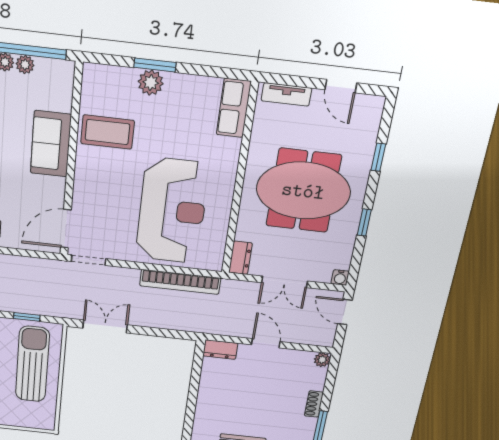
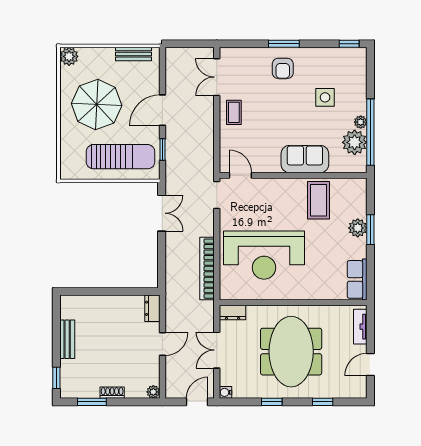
plant: (25, 65) -> (355, 142), width x1.88, depth x1.88
row of seats: (234, 108) -> (357, 279), moved, turned -90
door: (66, 229) -> (240, 175), width x0.73

